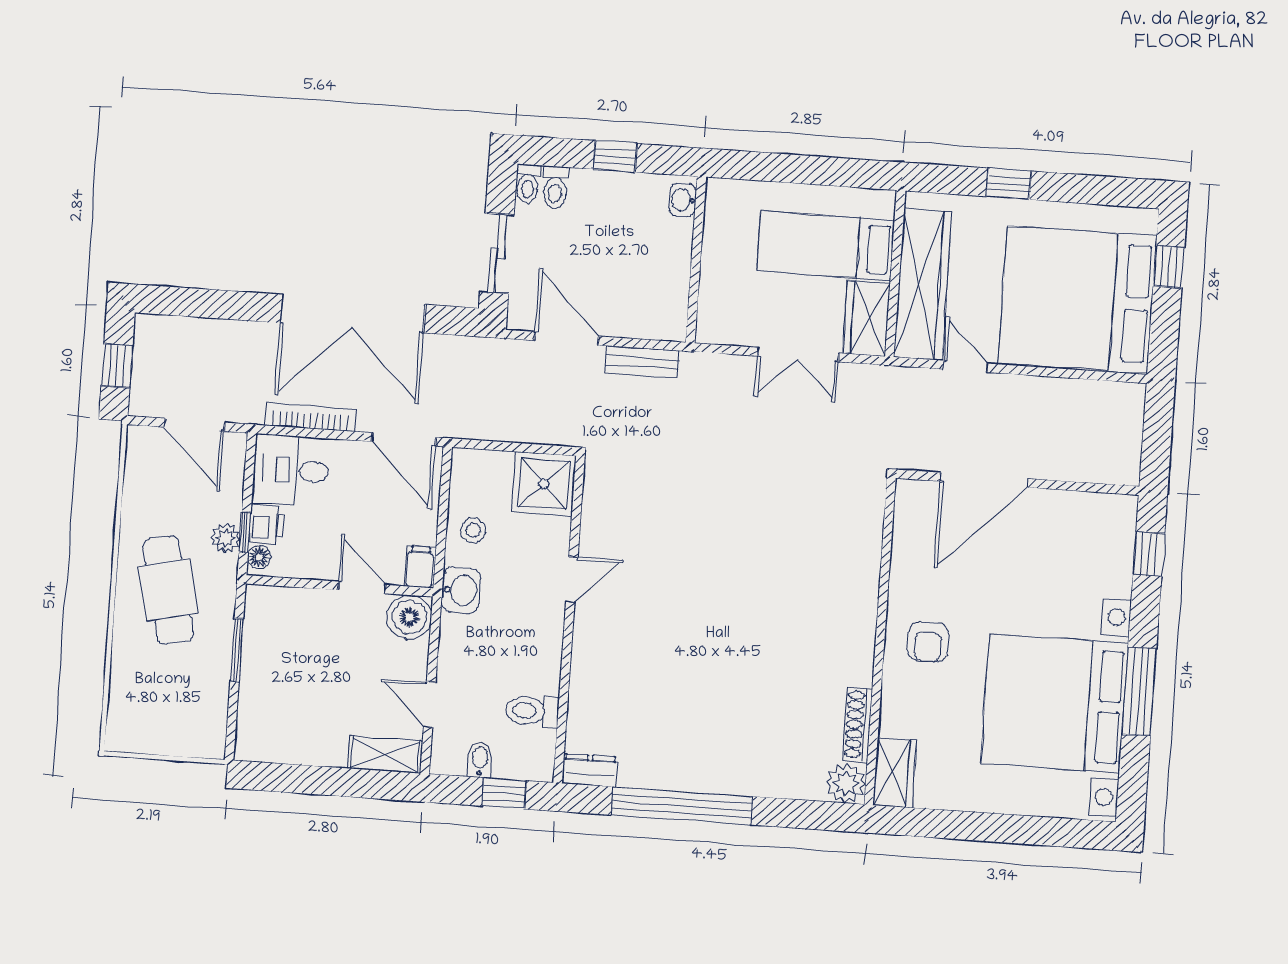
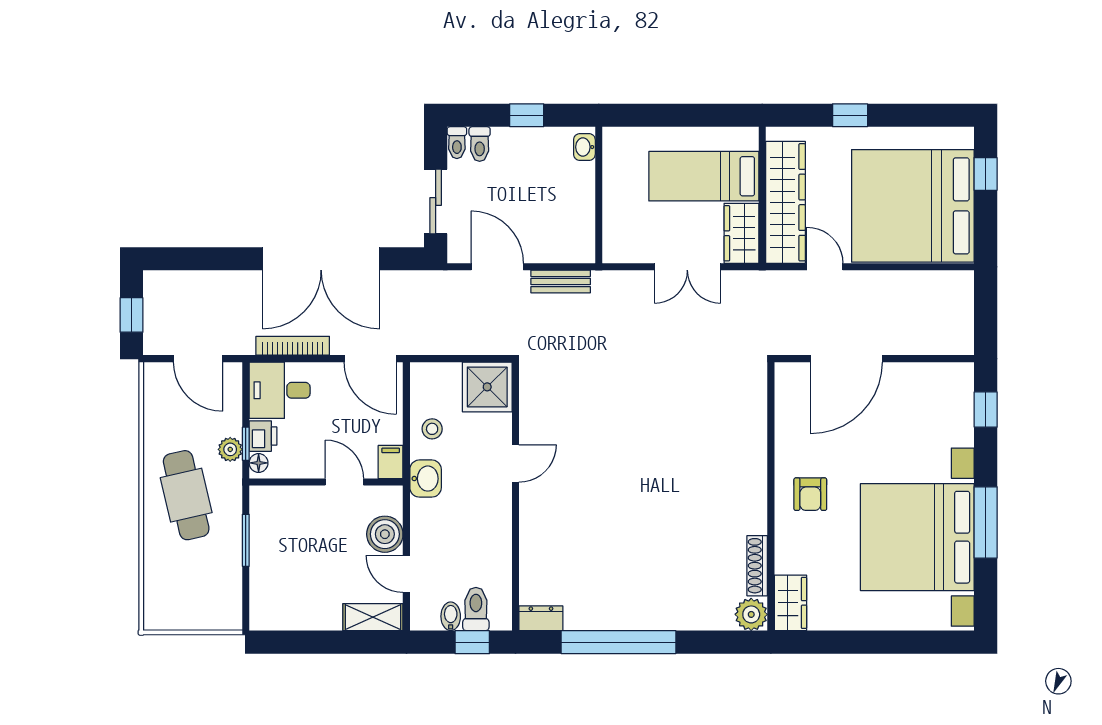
boiler: (409, 617) -> (385, 534), moved
toilet: (532, 711) -> (476, 609), moved, turned 90

